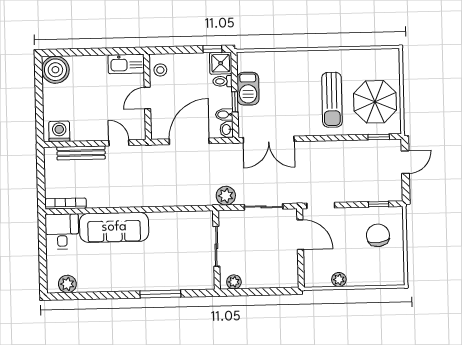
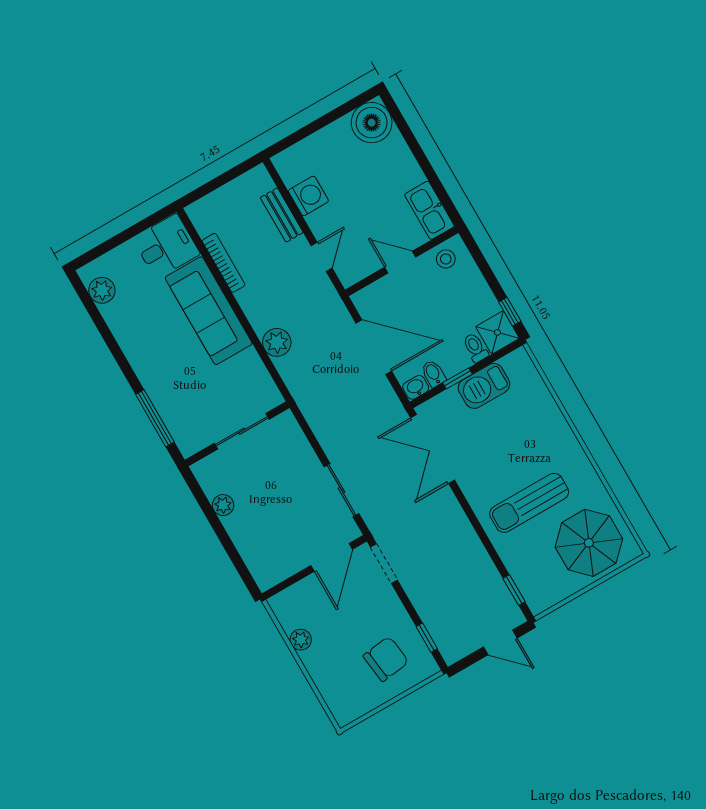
parasol: (375, 102) -> (589, 543), moved
washing machine: (59, 131) -> (308, 196), moved
bench: (81, 153) -> (282, 215), width x0.73
plant: (226, 196) -> (277, 342), moved
bookcase: (65, 204) -> (224, 263), moved
sliding door: (216, 246) -> (242, 431), moved
wall: (216, 250) -> (237, 434), moved

